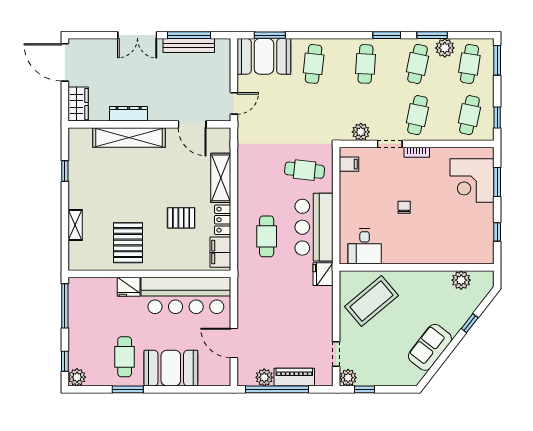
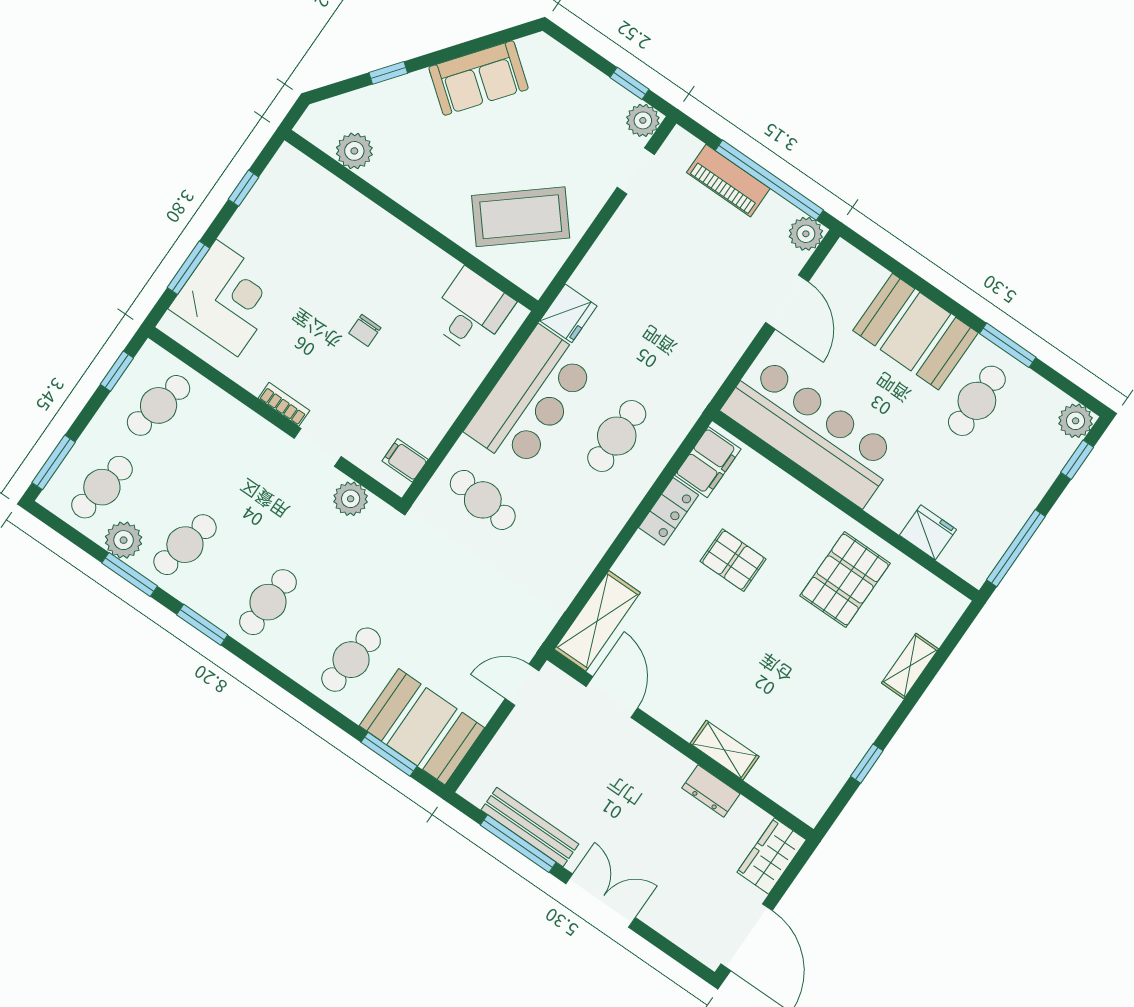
dresser: (129, 114) -> (711, 791), width x0.70
cafe table: (417, 115) -> (242, 463), removed
shelving: (129, 138) -> (725, 750), width x0.45, depth x0.75
shelving: (221, 178) -> (597, 621), moved
fridge: (129, 287) -> (928, 532), moved
plant: (264, 377) -> (806, 234), moved

